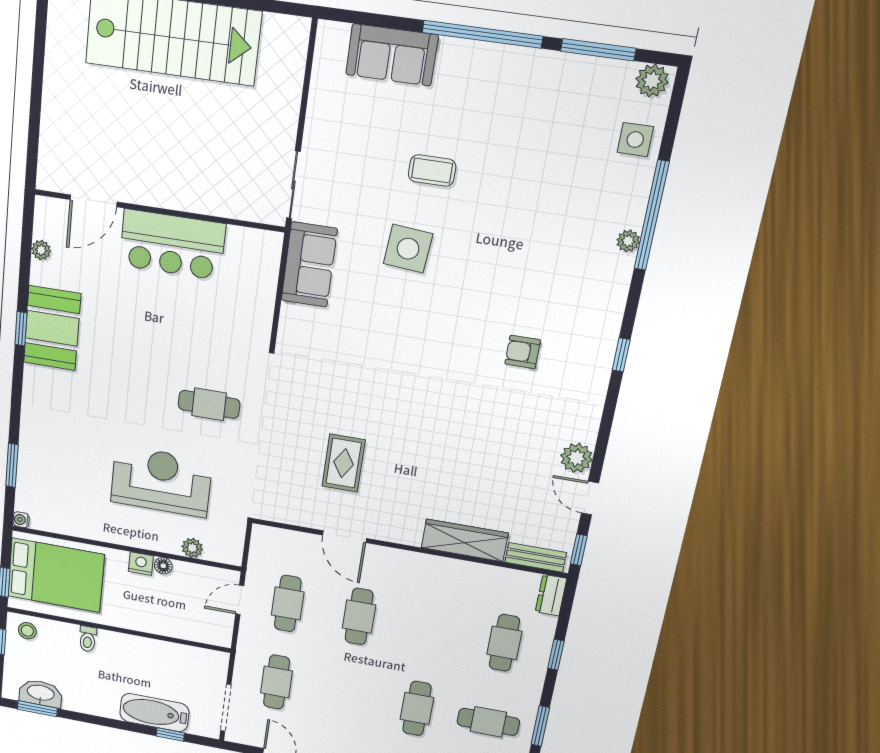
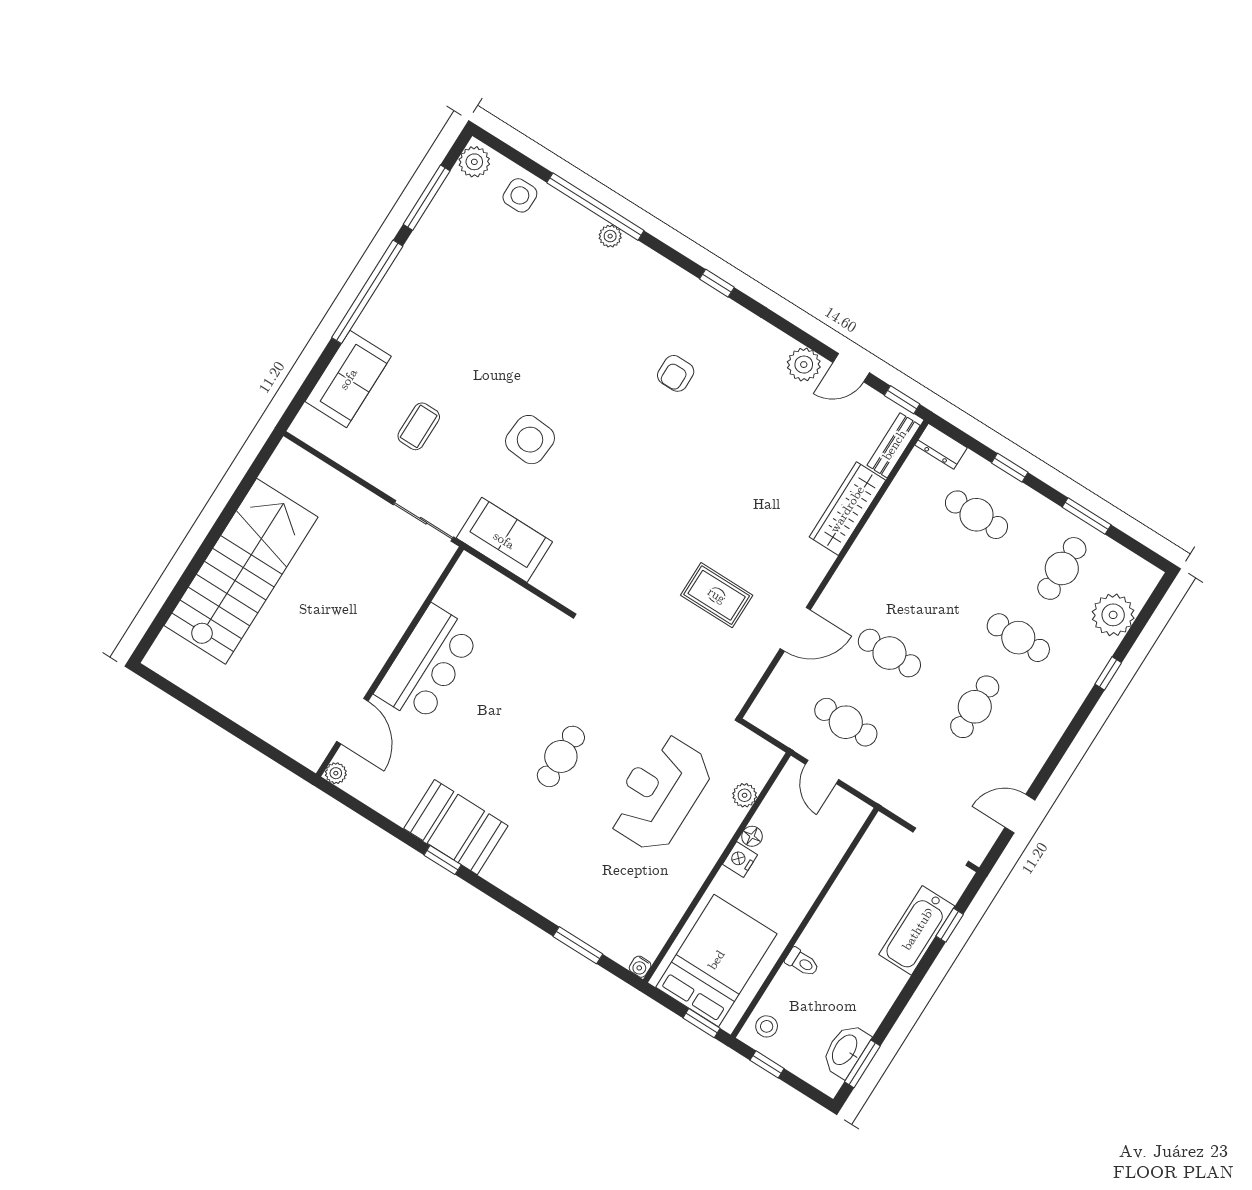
coffee table: (432, 171) -> (419, 426), moved
plant: (41, 250) -> (336, 773), moved
cafe table: (209, 404) -> (561, 756), moved
cafe table: (277, 682) -> (975, 707), moved, turned 90

